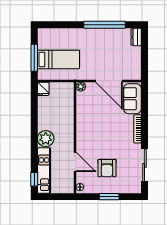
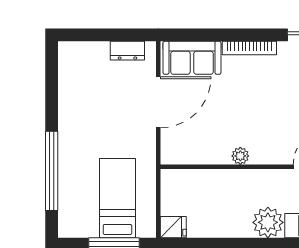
window: (105, 25) -> (52, 171), moved
dresser: (136, 37) -> (127, 51), moved
plant: (81, 87) -> (240, 156), moved

